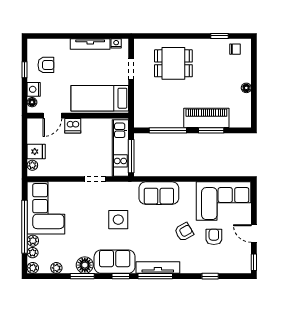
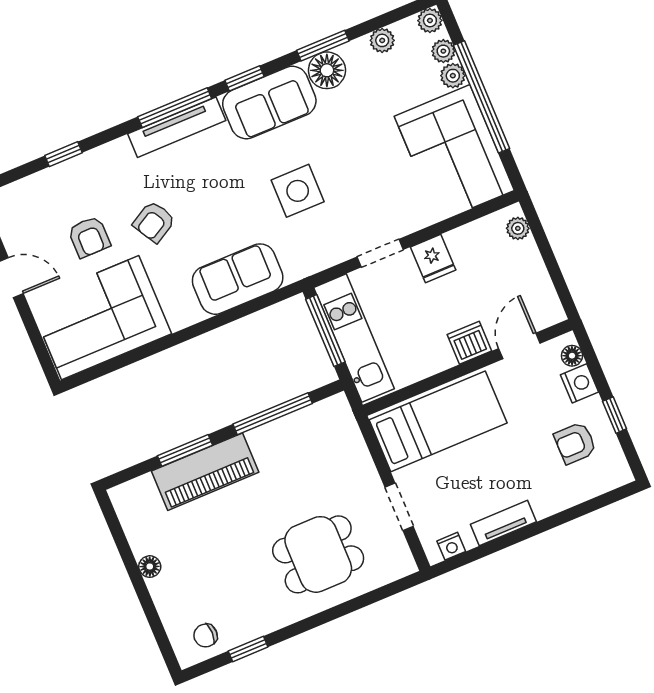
tv unit: (90, 44) -> (503, 523), width x0.71
fridge: (36, 151) -> (433, 259), moved, turned -90

